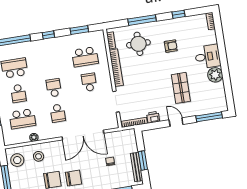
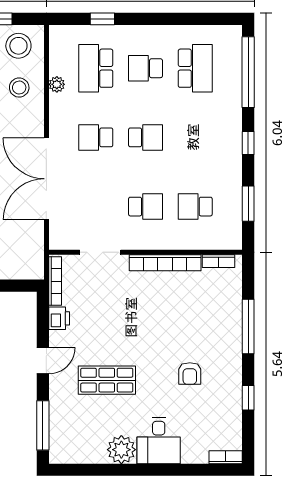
round table: (138, 44) -> (204, 312), removed
school desk: (85, 57) -> (195, 207), width x0.54

